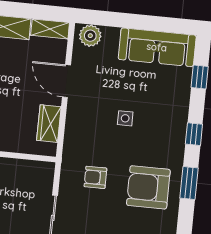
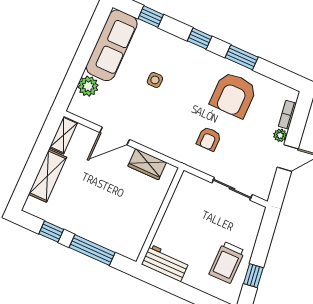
plant: (90, 36) -> (88, 86), moved
side table: (125, 118) -> (155, 80), moved

